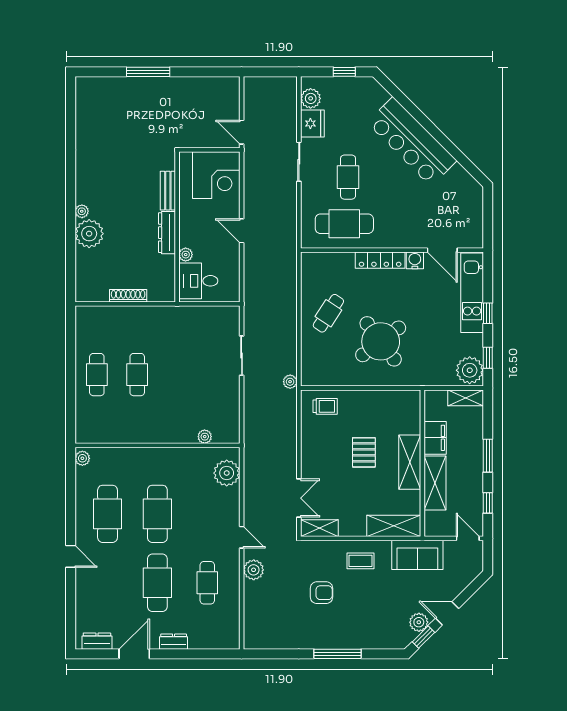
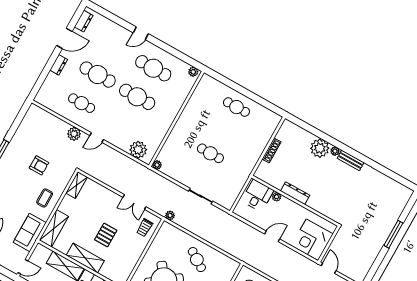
door: (242, 132) -> (329, 268), hinge flipped
bench: (168, 191) -> (351, 160), moved
cafe table: (137, 375) -> (210, 153), moved
plant: (205, 437) -> (157, 165), moved
pallet: (364, 452) -> (106, 235), turned 90
double door: (299, 498) -> (134, 202), moved
armchair: (321, 593) -> (39, 165), turned -90
door: (134, 654) -> (64, 38), hinge flipped

